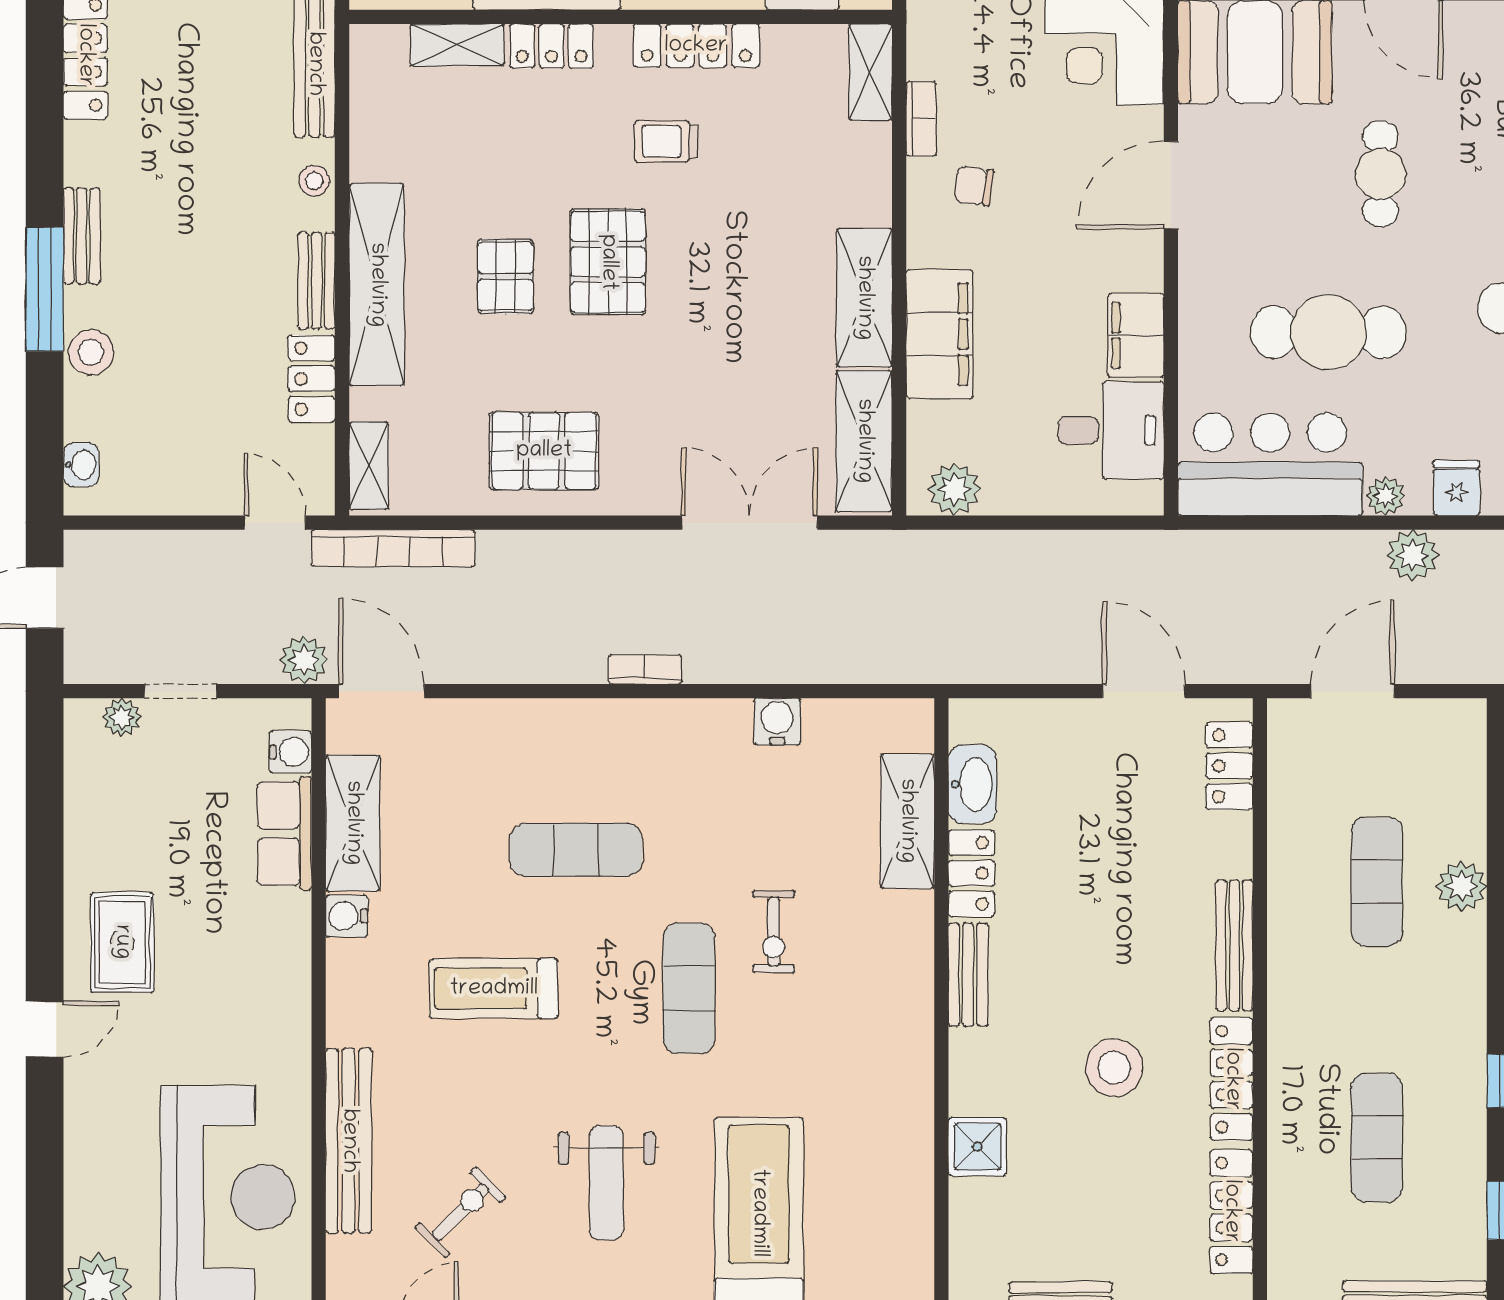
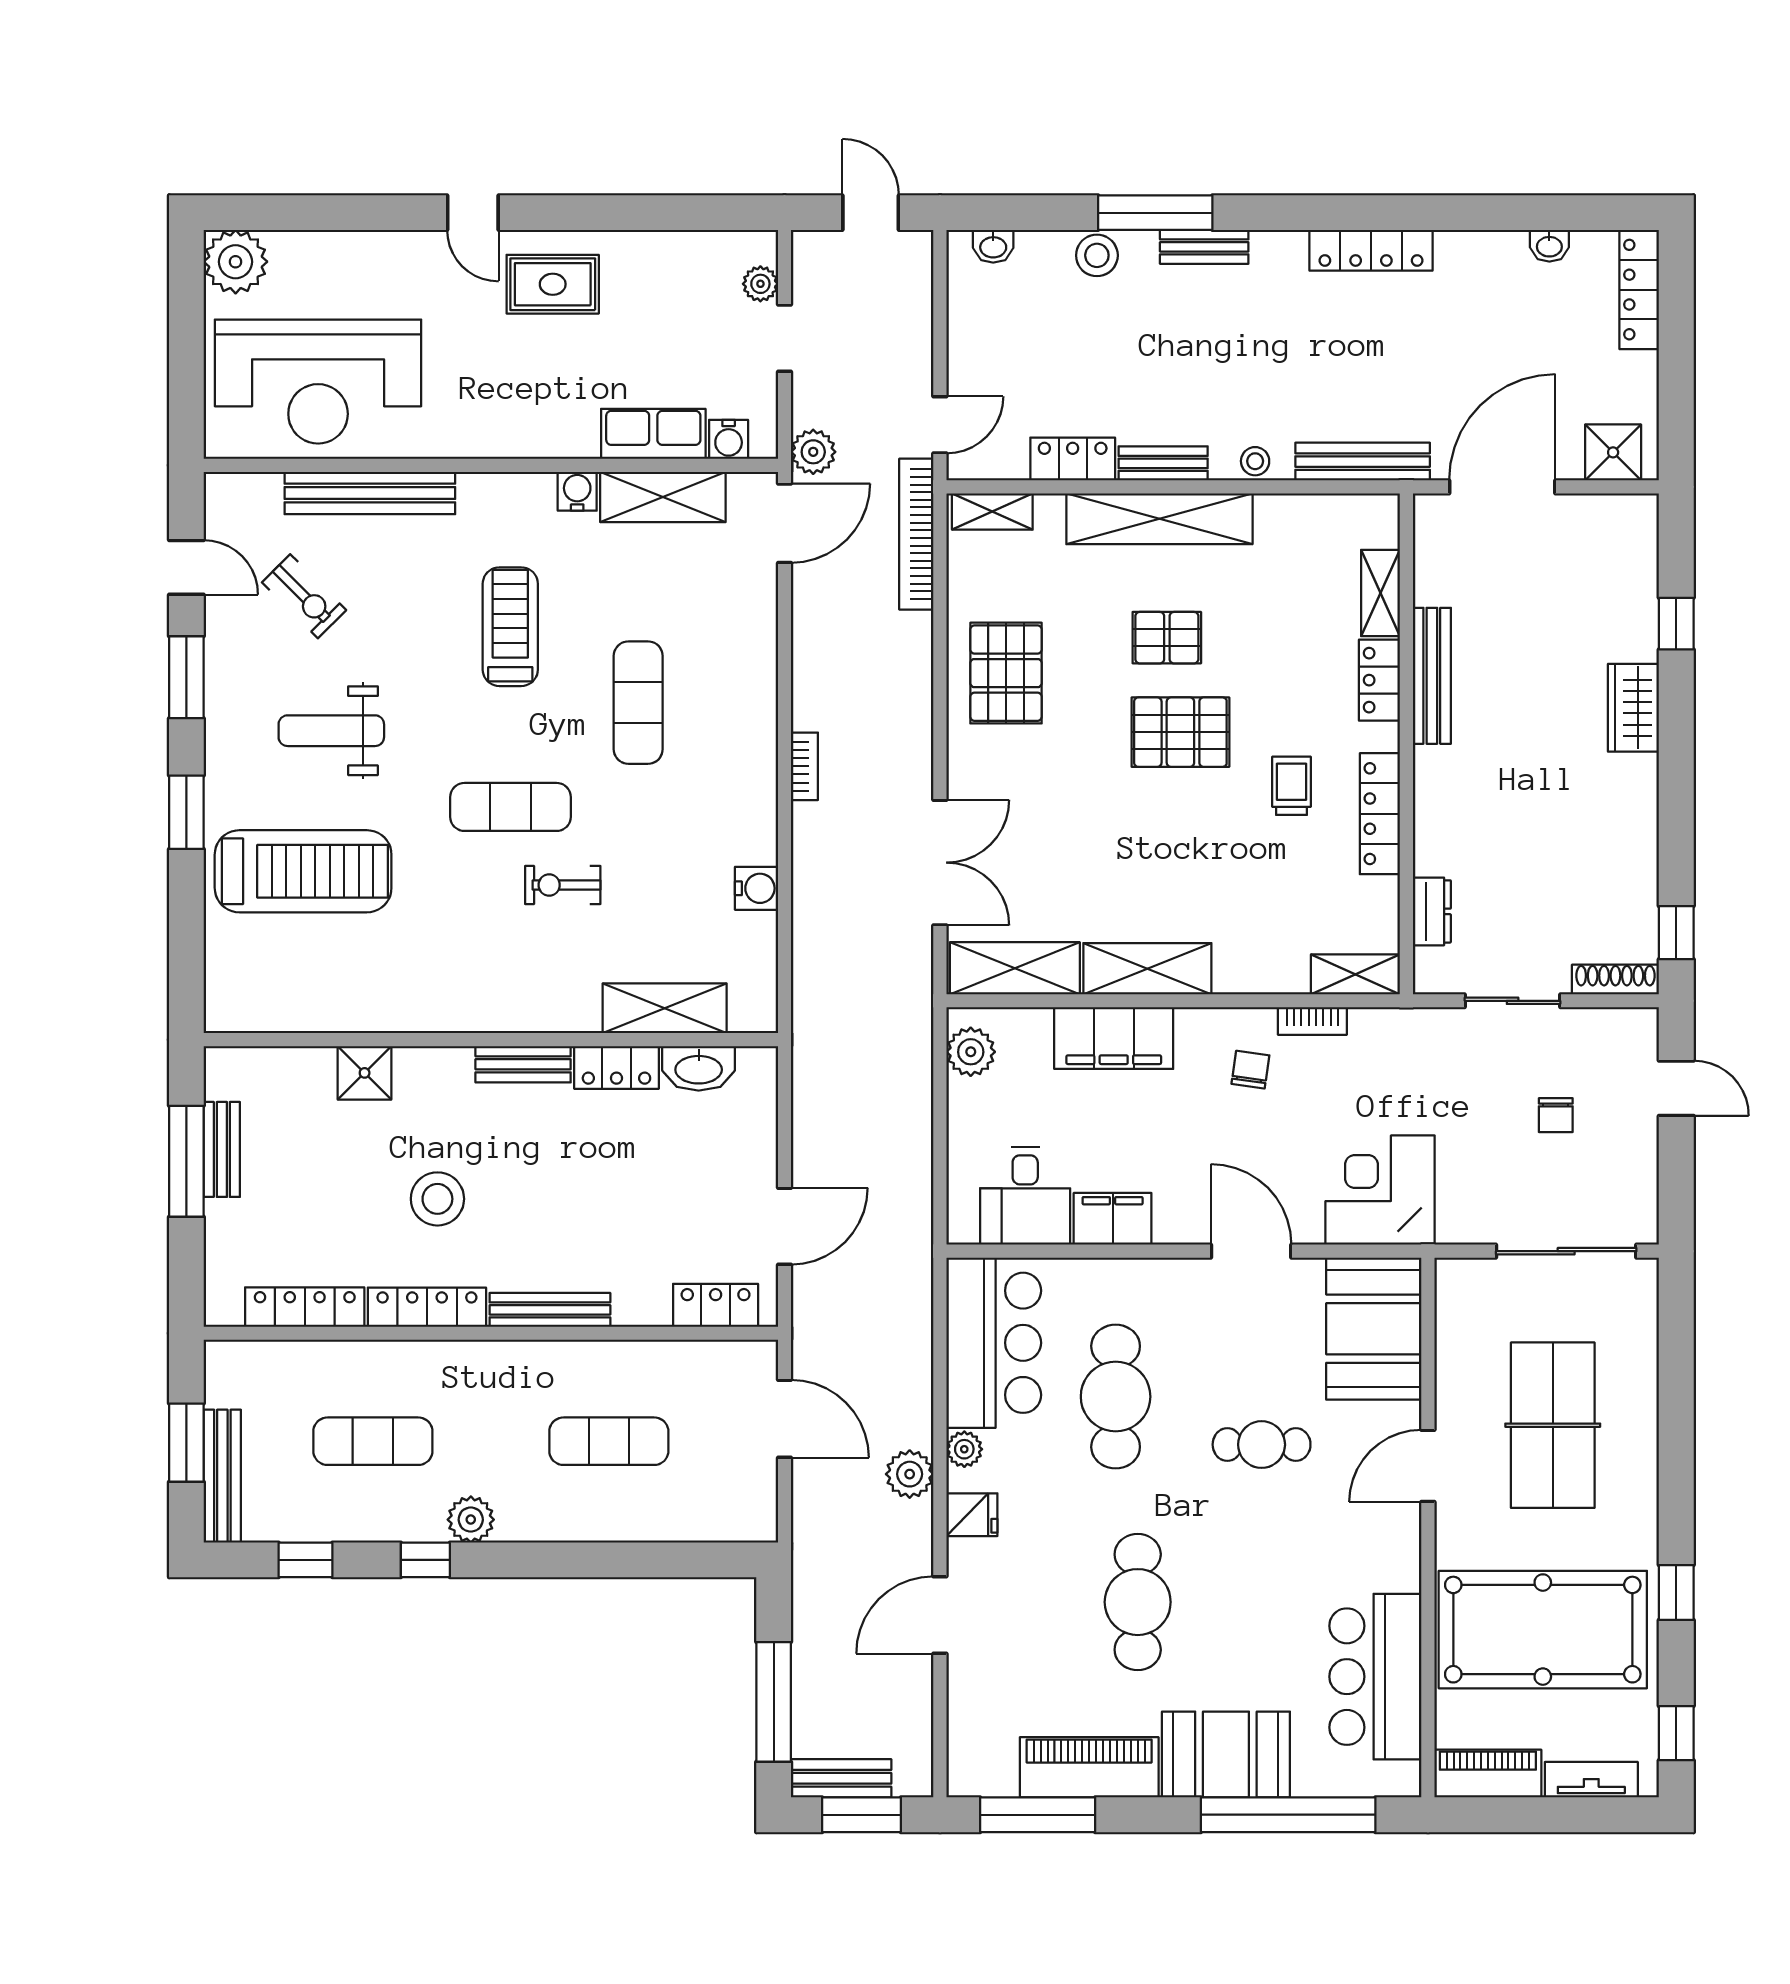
plant: (1462, 886) -> (471, 1520), moved

